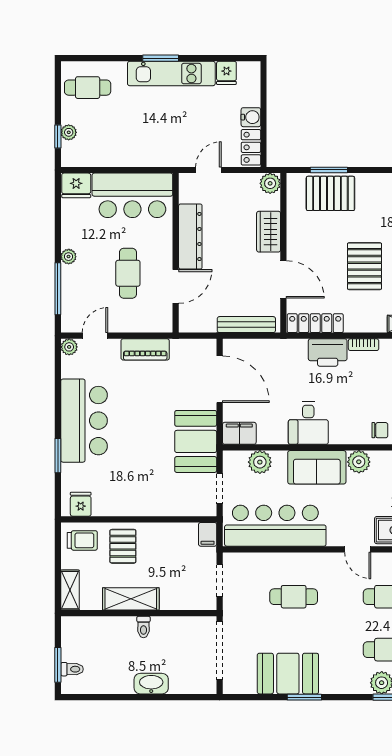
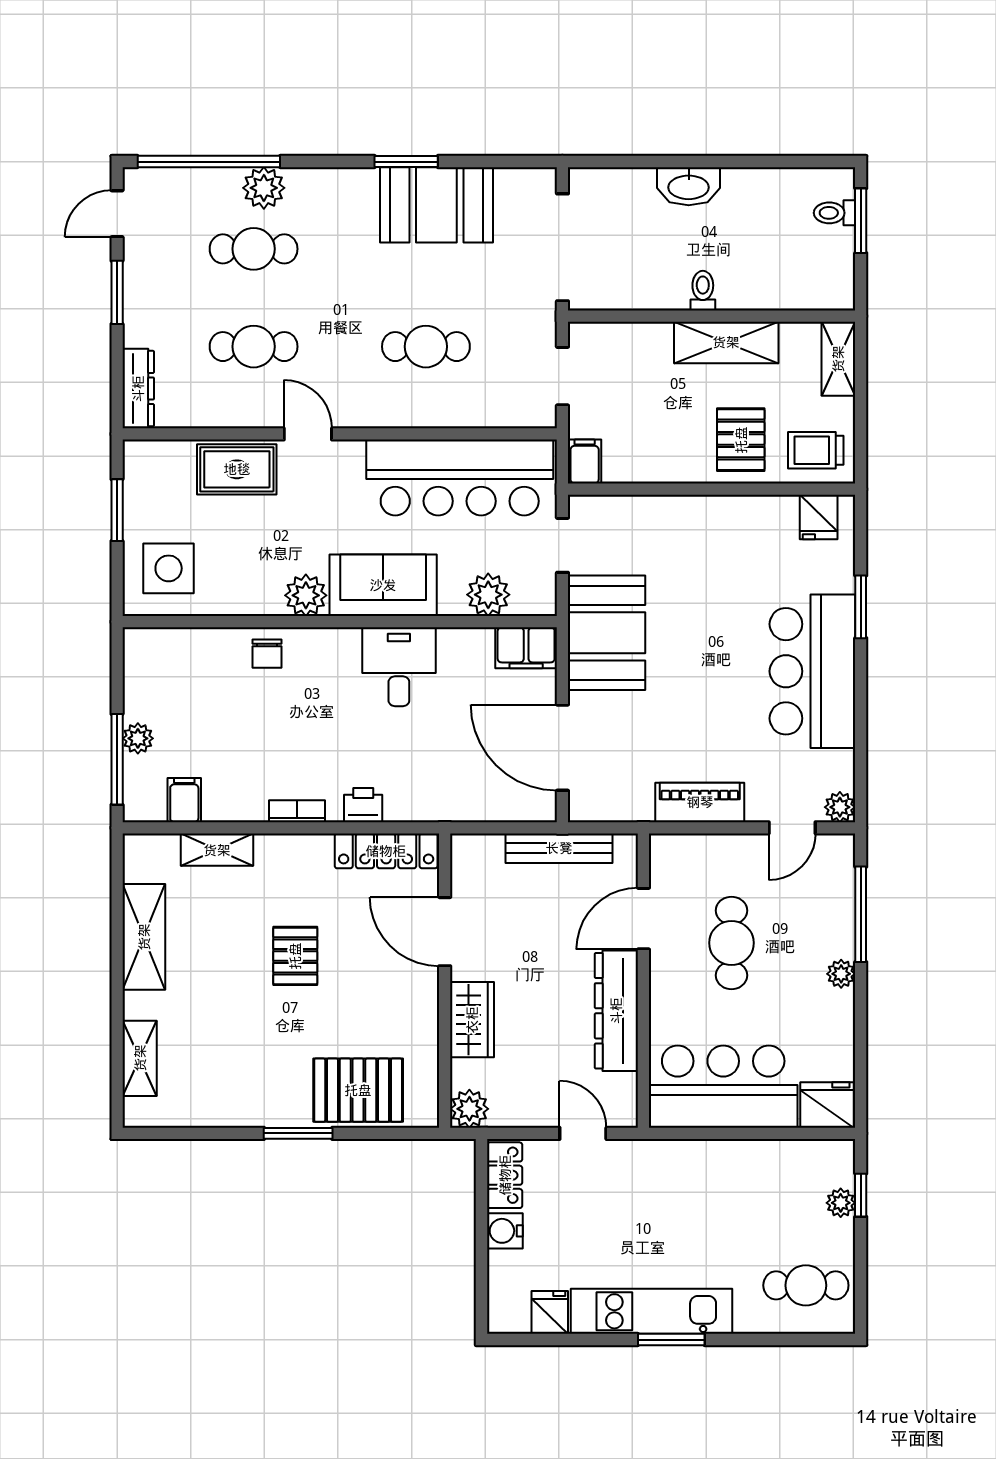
door: (208, 170) -> (583, 1133), swing flipped
window: (329, 170) -> (298, 1133), moved
pallet: (364, 266) -> (295, 956), width x0.67, depth x0.71
bench: (246, 325) -> (559, 848), moved
printer: (328, 353) -> (363, 805), width x0.53, depth x0.68
chair: (380, 430) -> (267, 654), turned -90

